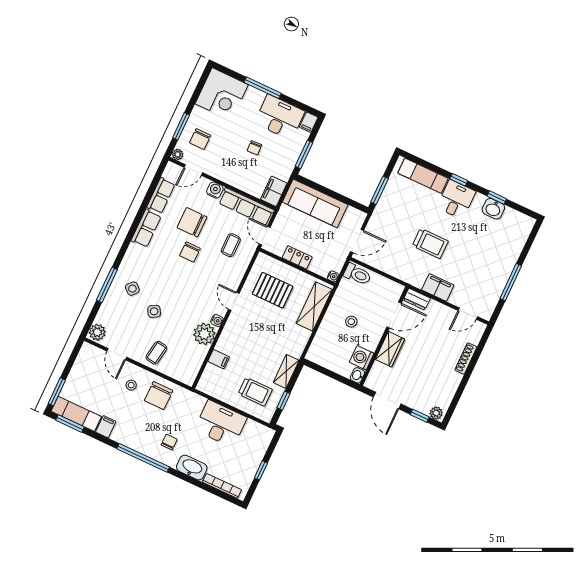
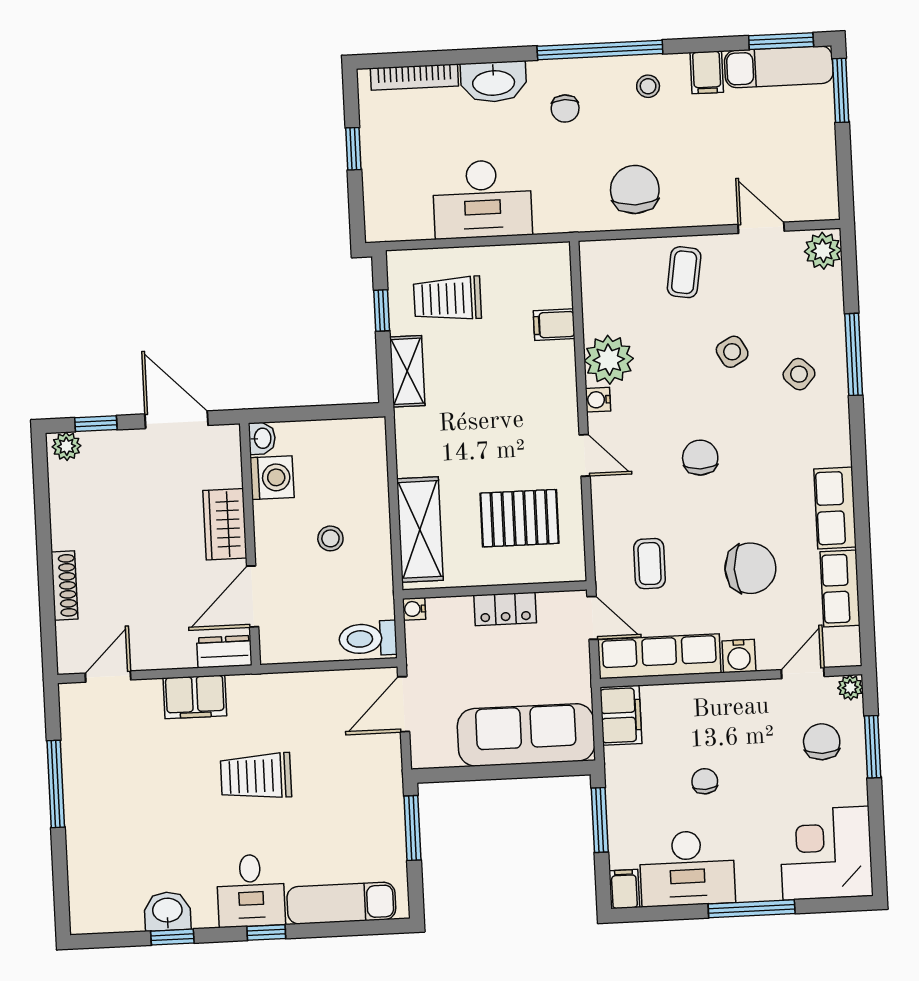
chair: (190, 252) -> (700, 458), moved
stool: (131, 385) -> (648, 86), moved

